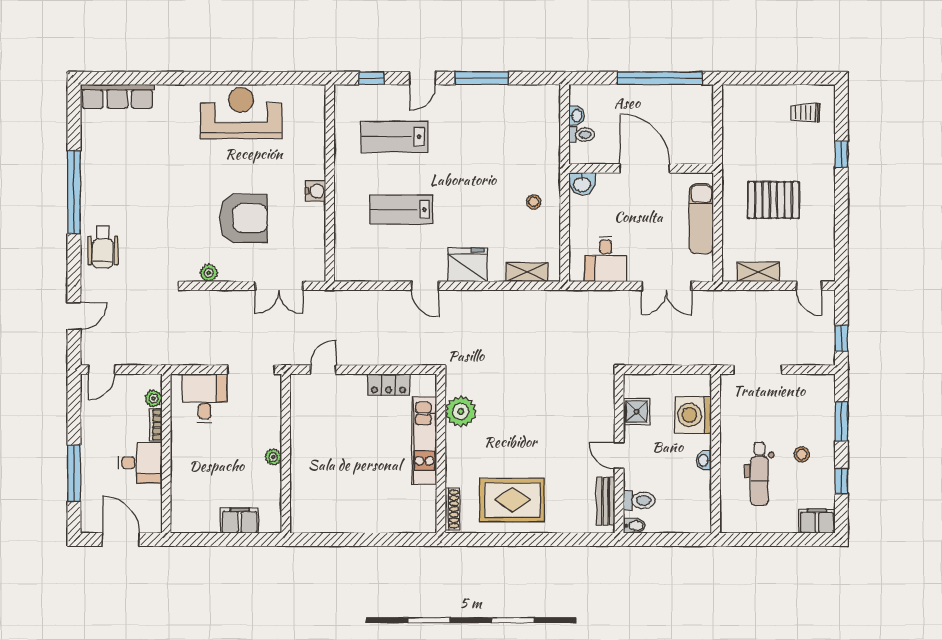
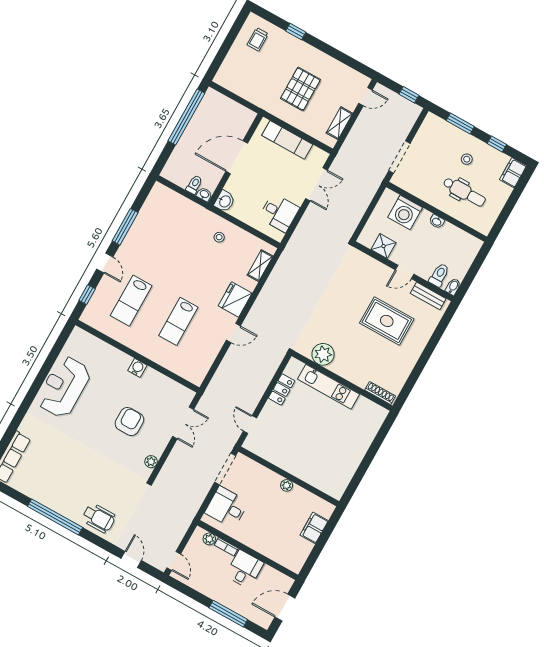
washbasin: (577, 116) -> (204, 194), moved
armchair: (243, 218) -> (129, 422), width x0.73, depth x0.73
rug: (512, 500) -> (387, 321), moved, turned 90

